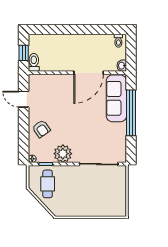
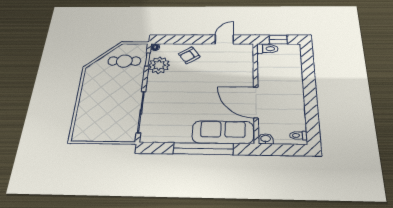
plant: (63, 154) -> (159, 65), moved

